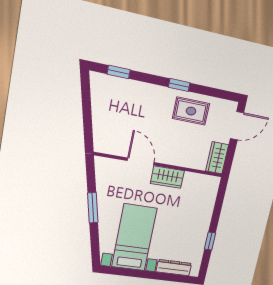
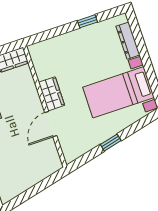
window: (93, 208) -> (111, 143), width x0.67

